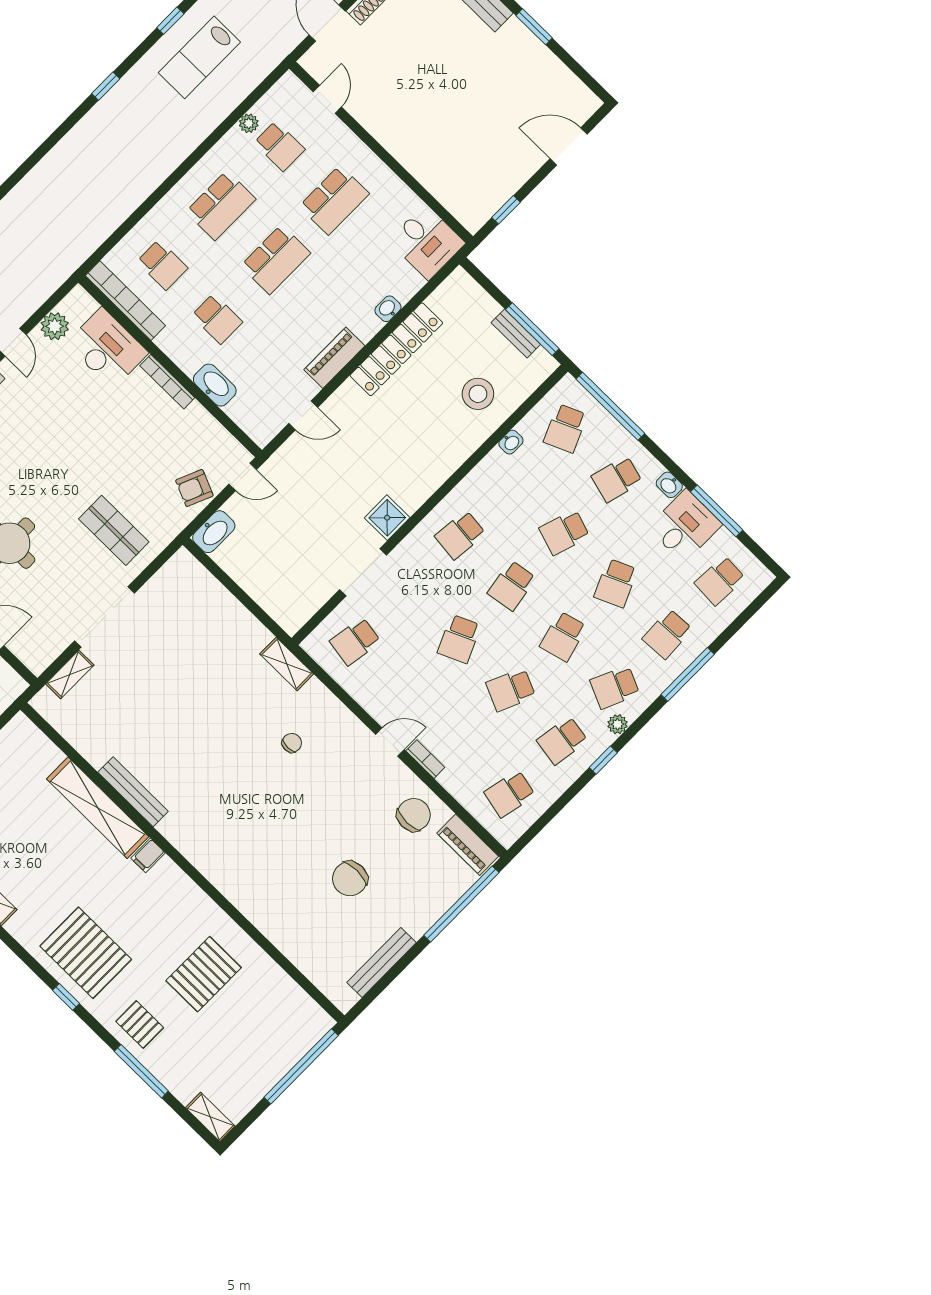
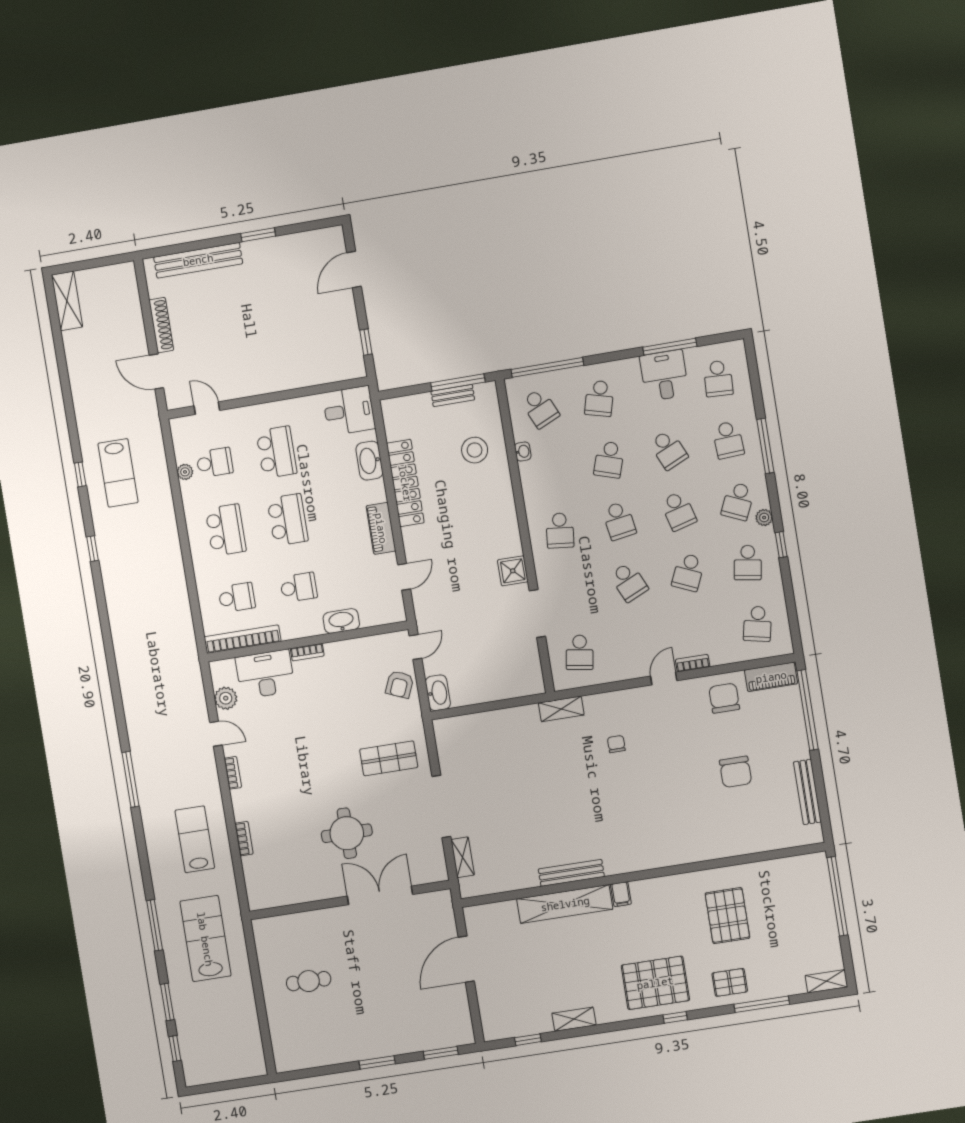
washbasin: (388, 309) -> (369, 461), width x1.91, depth x1.45
bookcase: (167, 382) -> (307, 652), width x0.64
washbasin: (669, 485) -> (629, 366), removed

